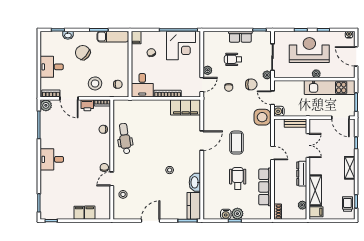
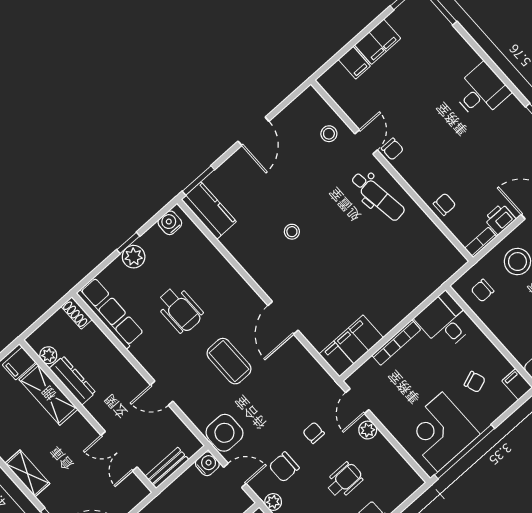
dental chair: (125, 139) -> (378, 196), moved
dresser: (302, 174) -> (72, 380), moved
washbasin: (195, 182) -> (238, 247), removed
row of seats: (265, 187) -> (110, 313), moved
filing cabinet: (79, 213) -> (378, 42), width x2.00
water cooler: (226, 214) -> (170, 223), moved

